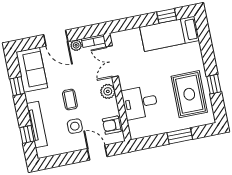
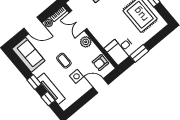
window: (17, 86) -> (34, 82), moved
desk: (140, 103) -> (120, 49), moved
window: (180, 136) -> (139, 53), moved

